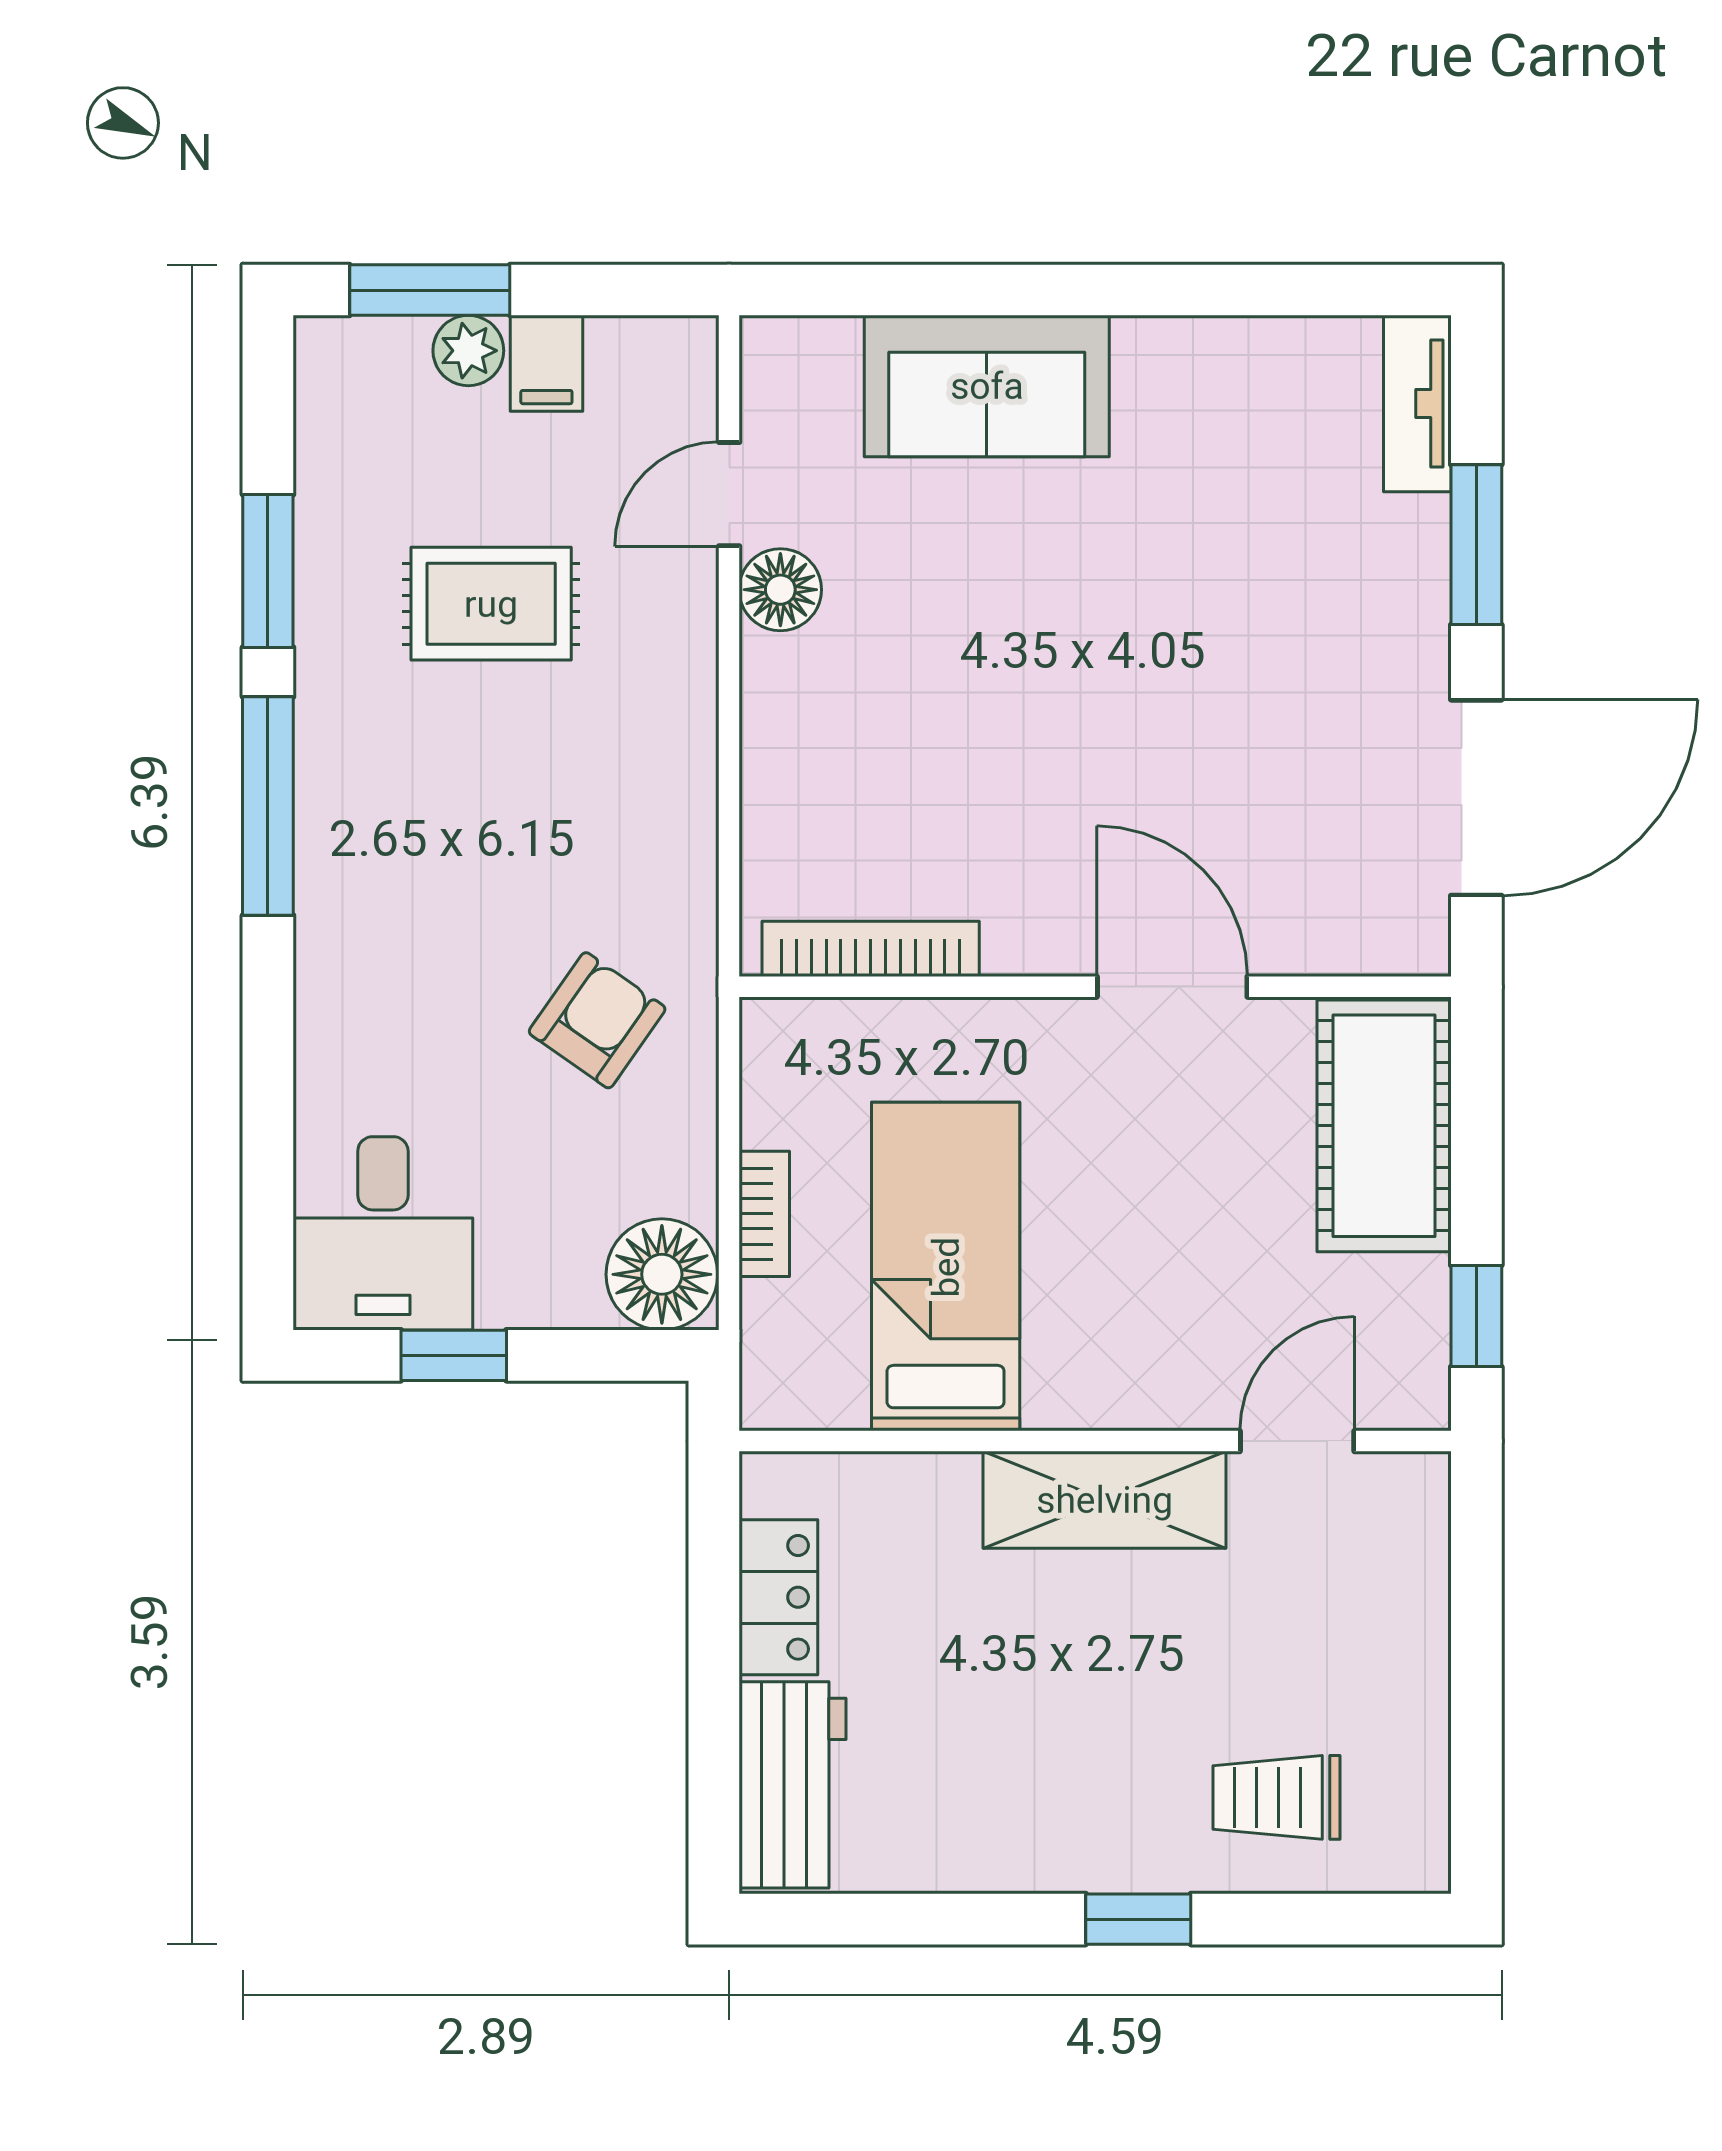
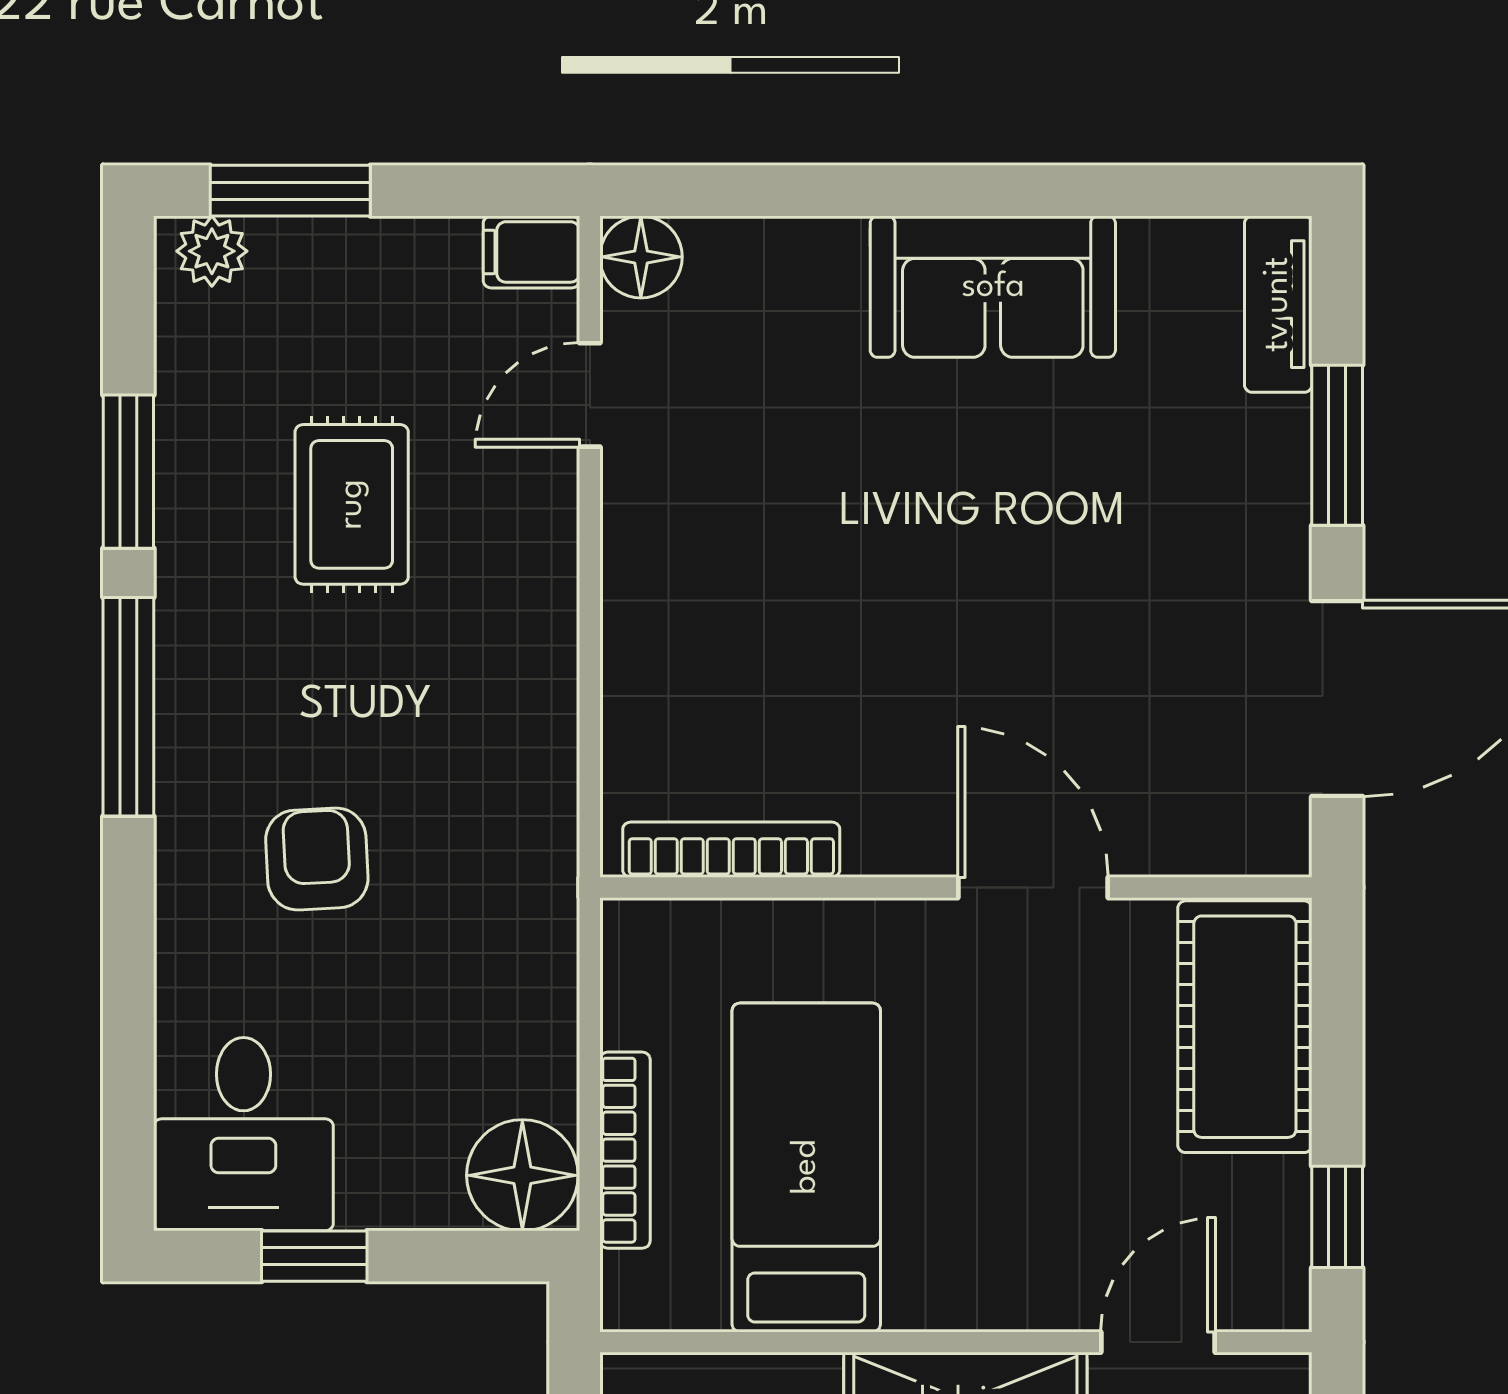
plant: (468, 351) -> (212, 251), moved
filing cabinet: (546, 363) -> (531, 252), moved, turned 90
sofa: (987, 386) -> (993, 287), moved
floor lamp: (780, 590) -> (641, 257), moved
rug: (491, 604) -> (352, 504), turned 90
armchair: (597, 1020) -> (317, 859), moved, turned -38
bookcase: (764, 1214) -> (625, 1150), width x1.56

